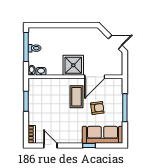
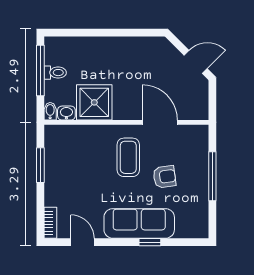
shower: (73, 65) -> (94, 102), moved
door: (95, 77) -> (160, 122), swing flipped
sofa: (102, 135) -> (139, 223), moved

